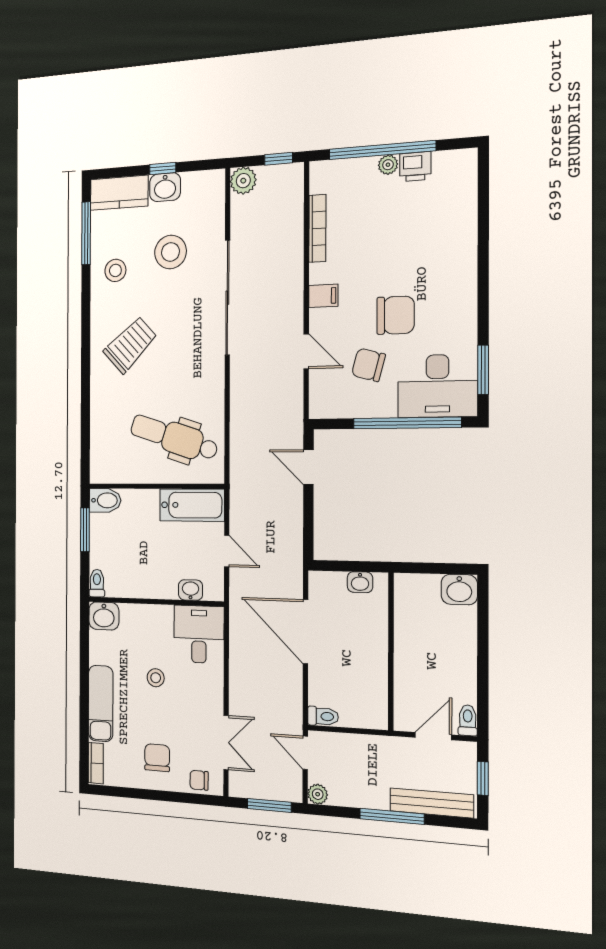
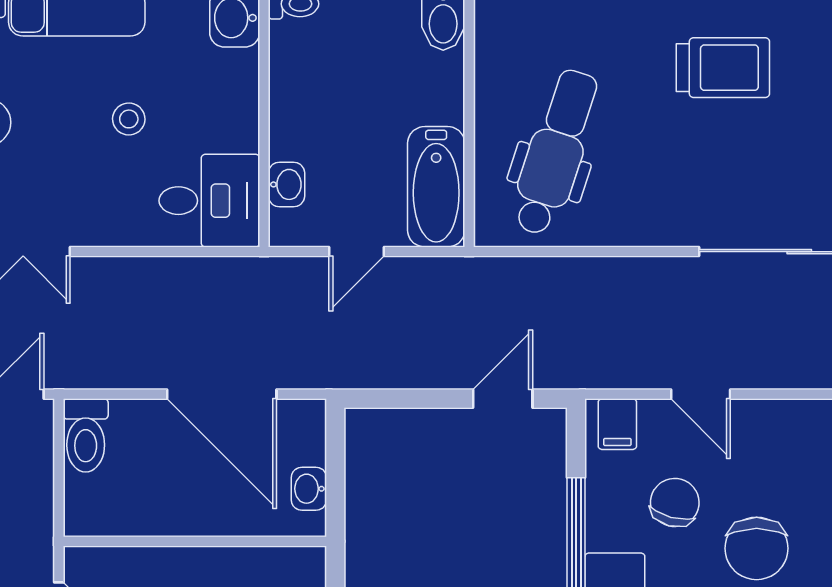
filing cabinet: (323, 296) -> (617, 424), moved
trolley: (130, 345) -> (723, 68), turned -47
door: (306, 351) -> (701, 394), hinge flipped
door: (306, 632) -> (222, 394), swing flipped
toilet: (323, 716) -> (86, 435), width x1.37, depth x1.39

